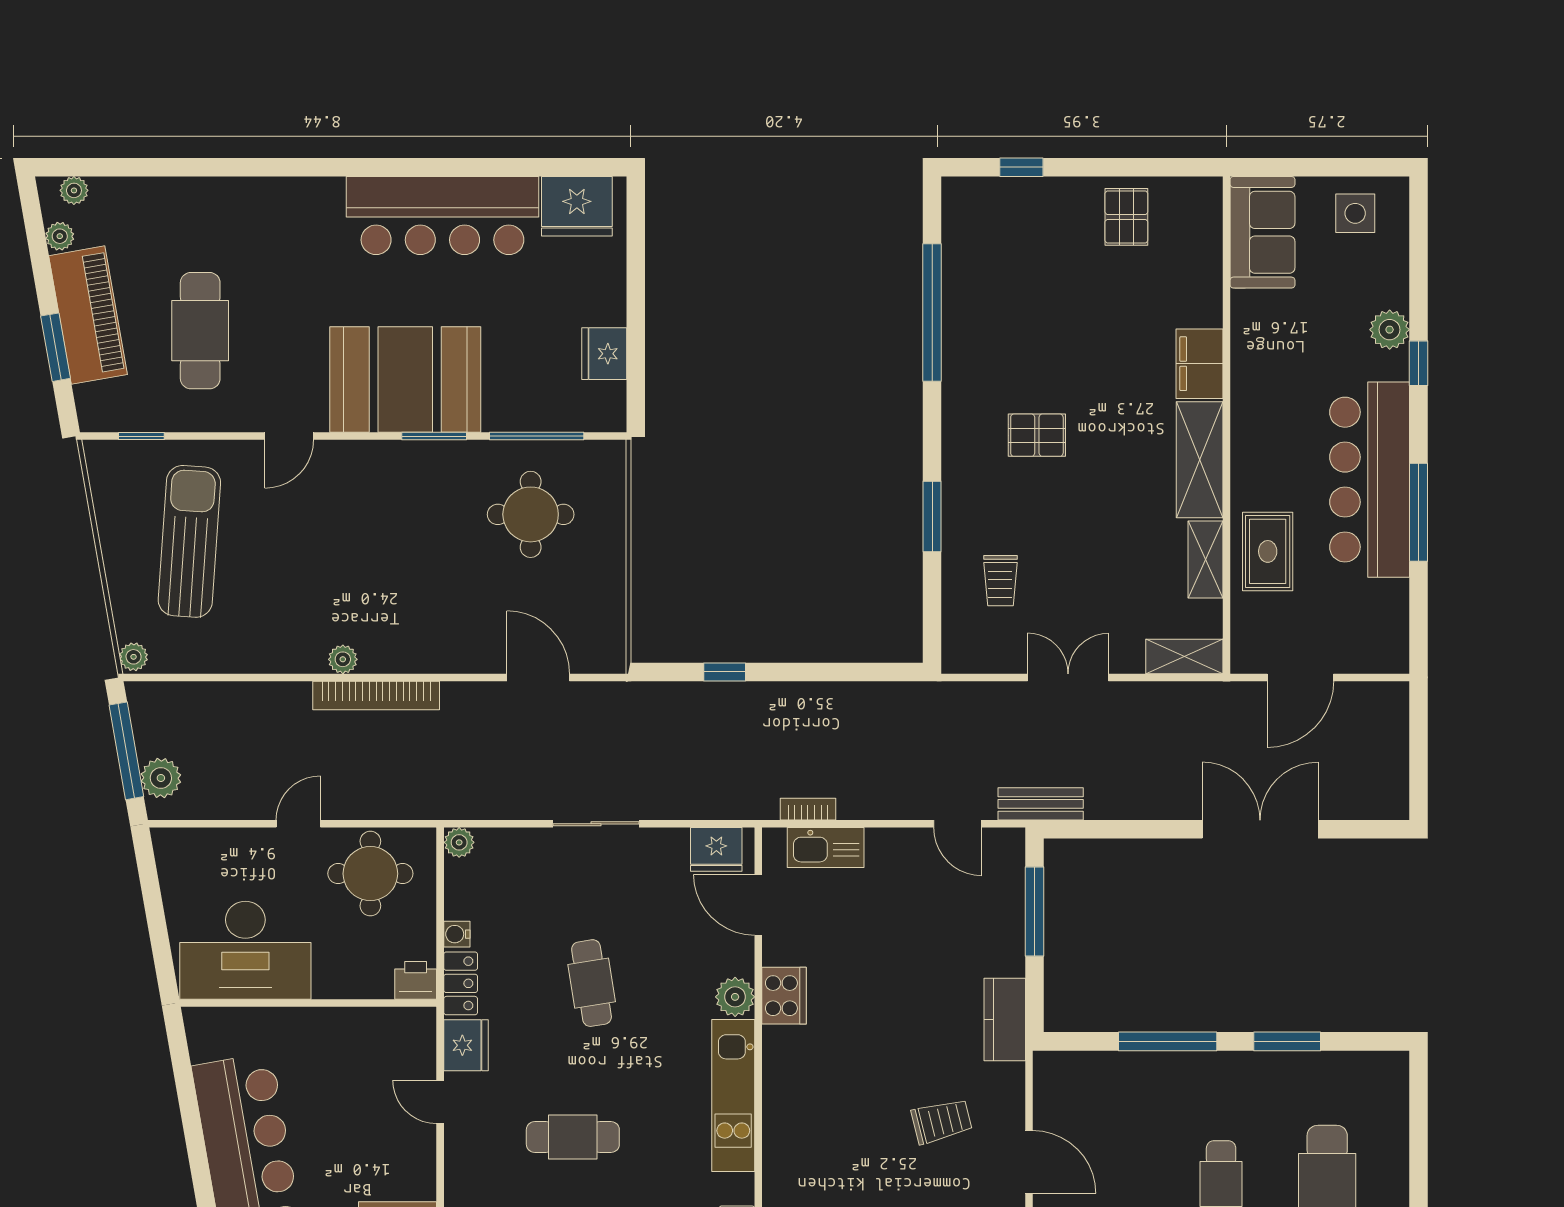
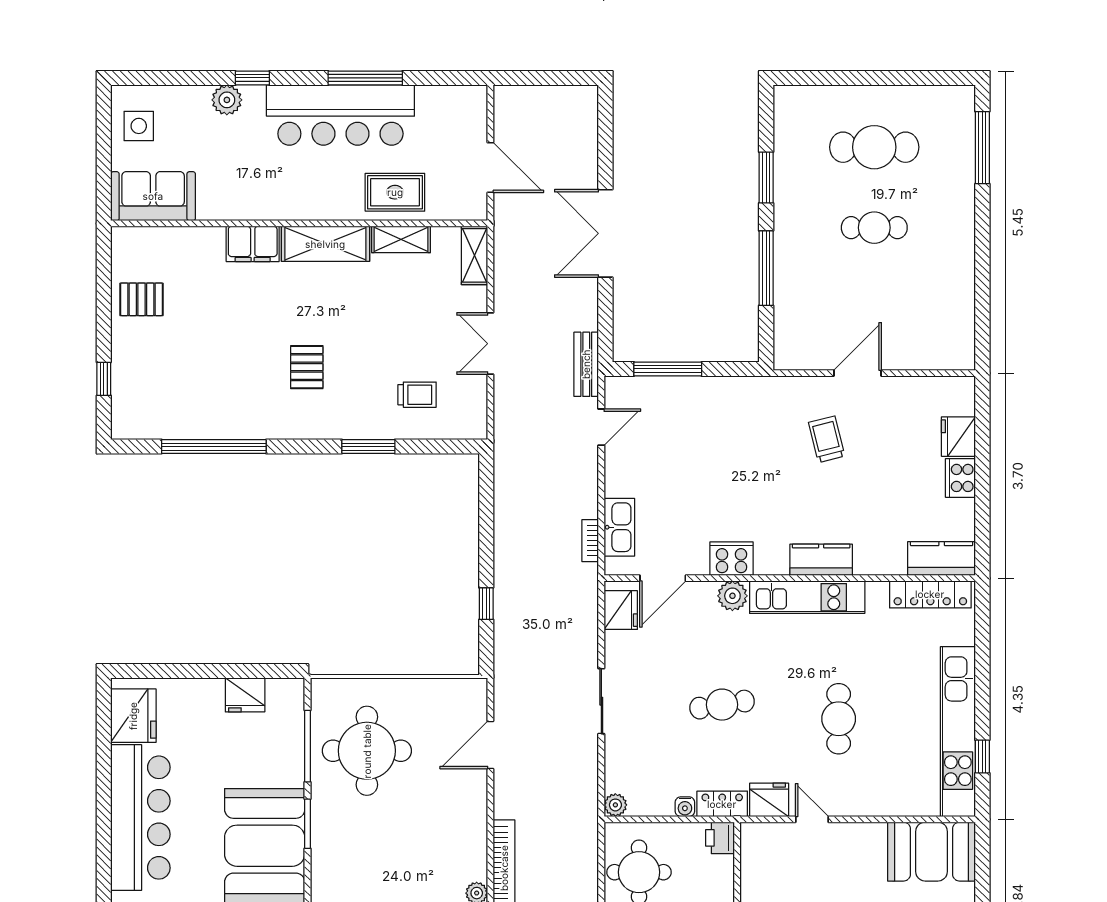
round table: (531, 514) -> (367, 751), width x1.36, depth x1.36
double door: (1260, 829) -> (605, 233), moved
kitchen counter: (1005, 1019) -> (821, 560), moved, turned 180
door: (440, 1102) -> (812, 819), swing flipped

